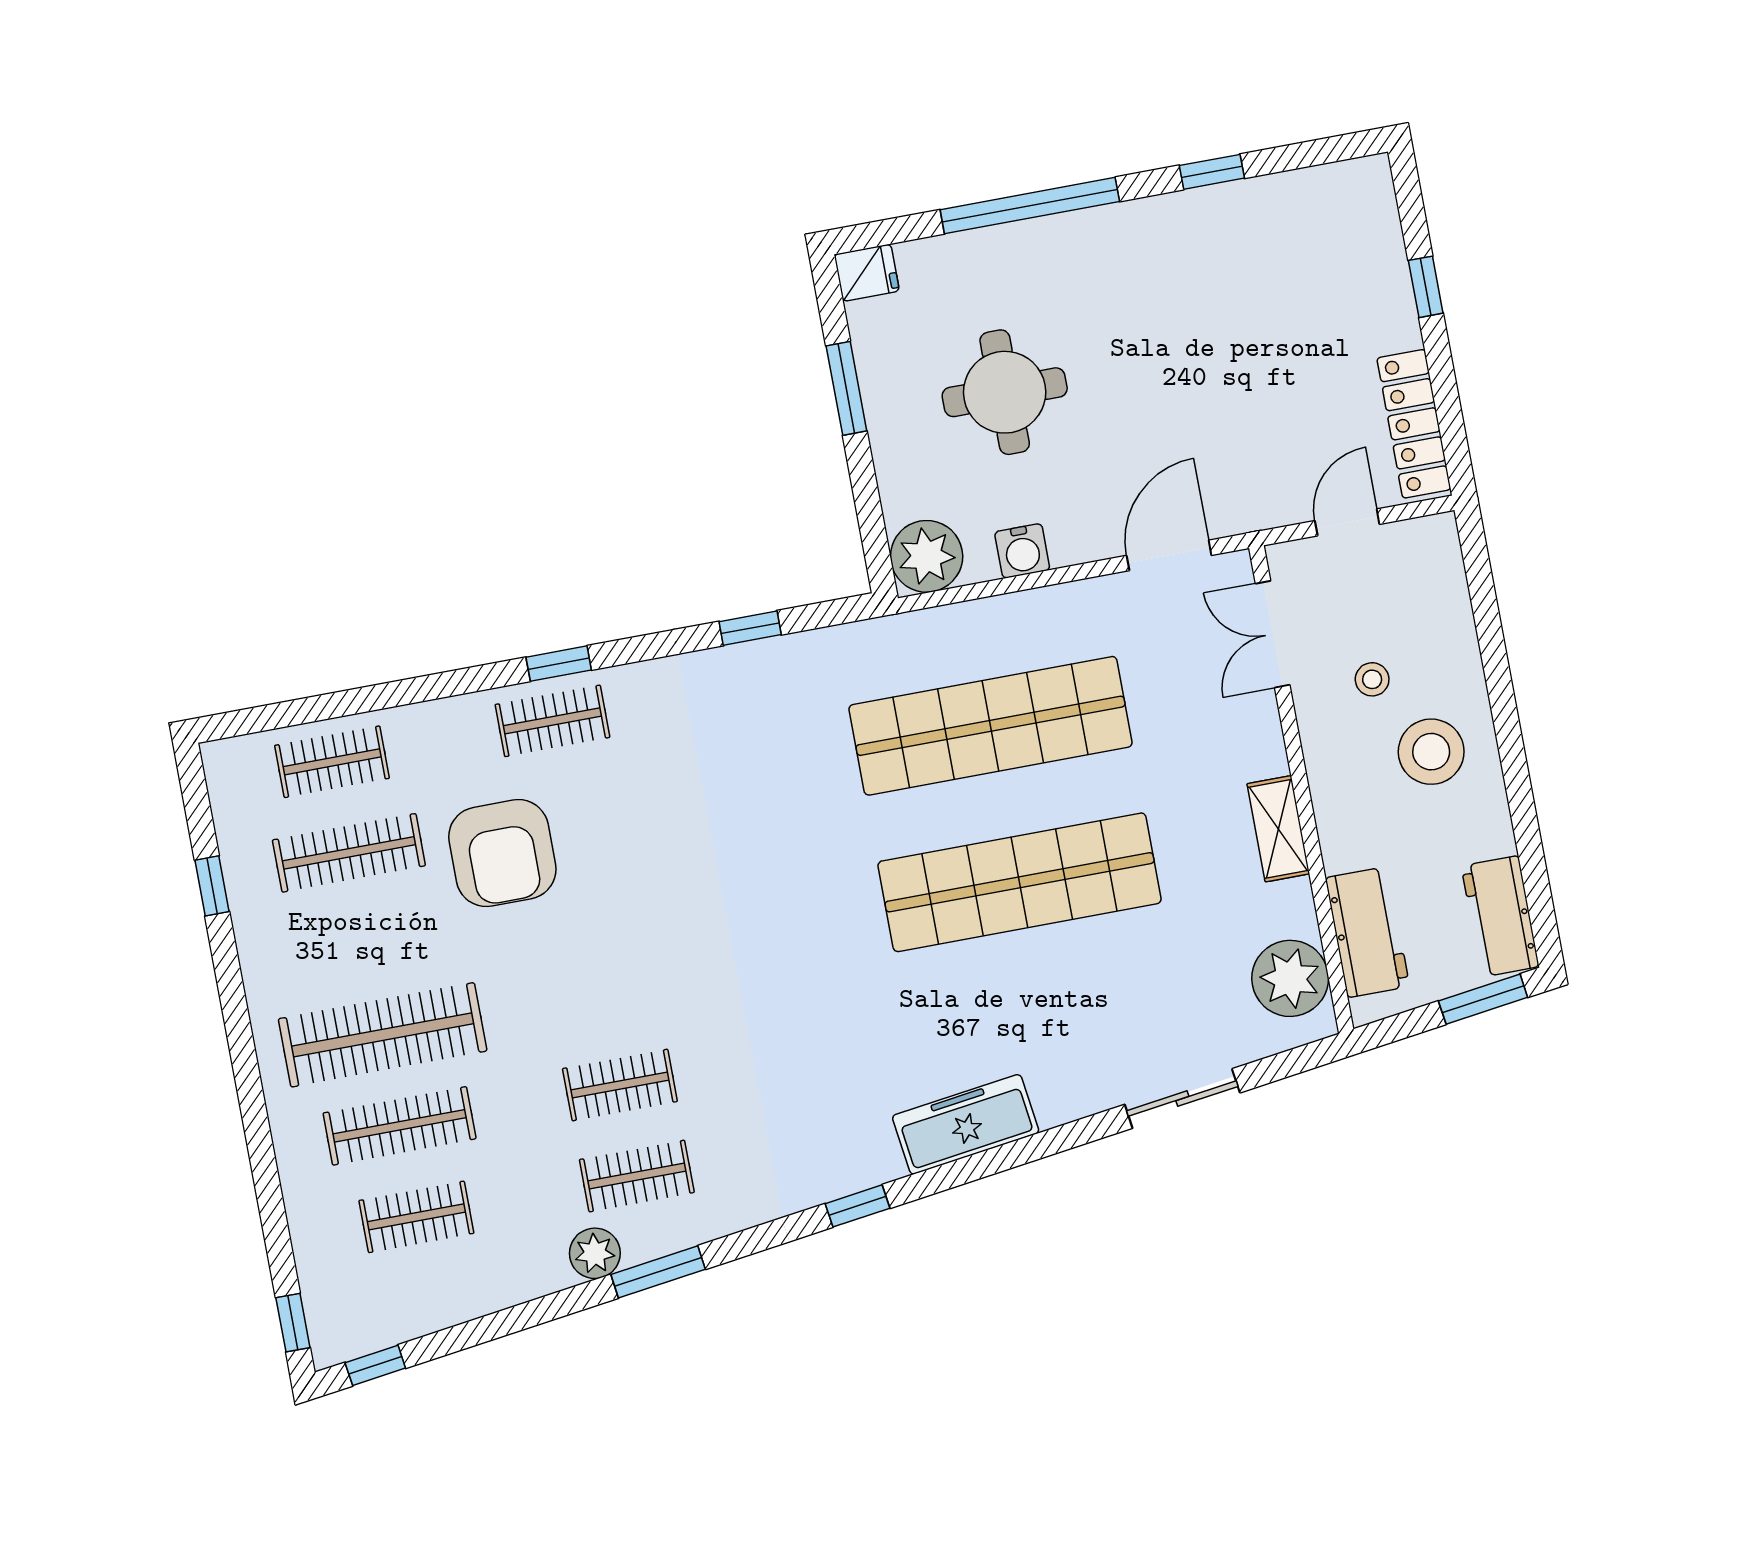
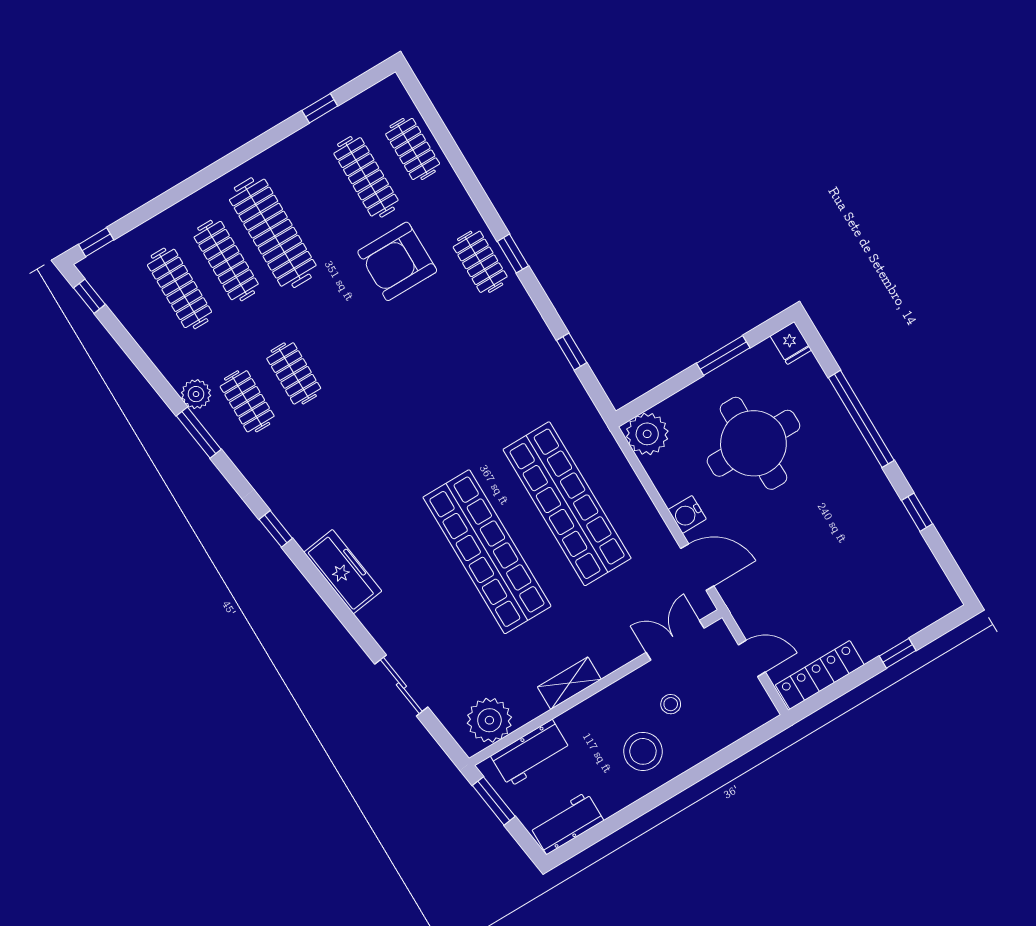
round table: (1005, 392) -> (753, 443), width x1.36, depth x1.36
water cooler: (1022, 551) -> (687, 514), moved
window: (1483, 999) -> (494, 801), moved
clothes rail: (416, 1217) -> (180, 288), width x1.36

